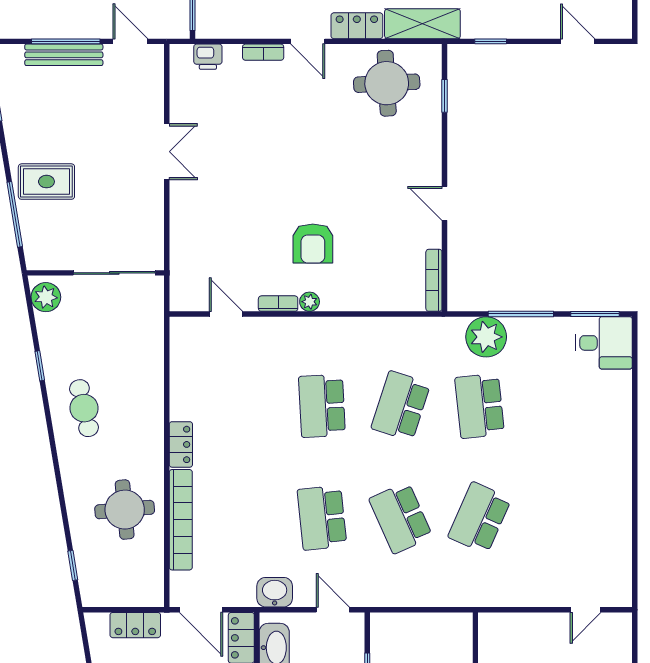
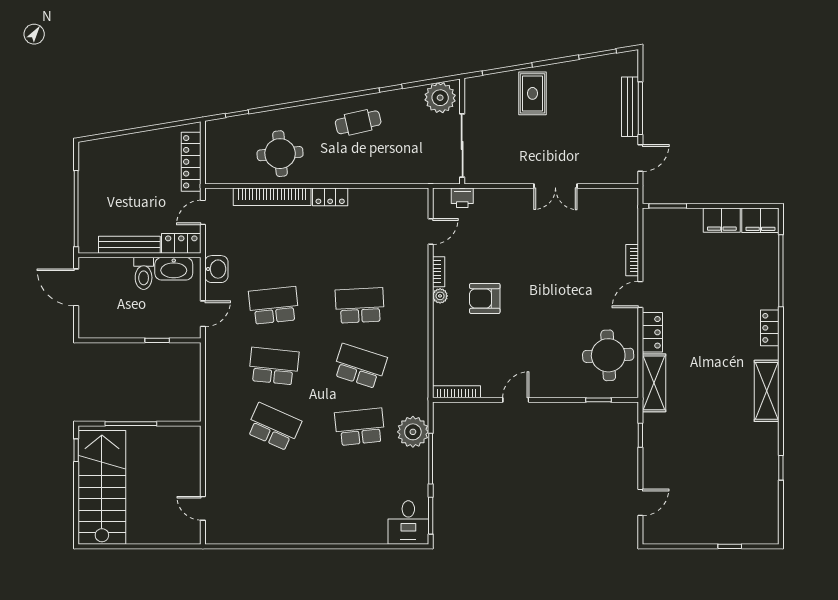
printer: (208, 57) -> (462, 198), moved, turned -90
plant: (46, 297) -> (440, 98), width x1.36, depth x1.36
school desk: (401, 518) -> (274, 366), turned 30
door: (201, 610) -> (203, 212), width x0.73
locker: (135, 625) -> (191, 162), width x1.53

